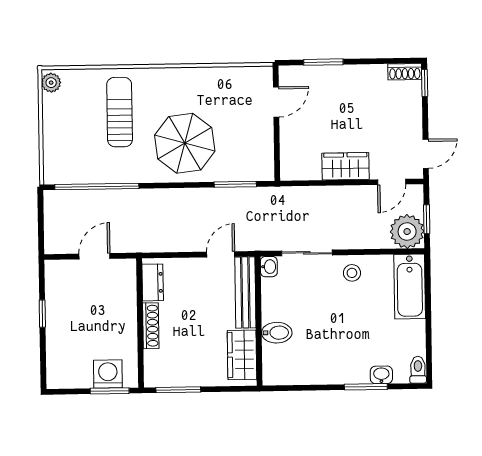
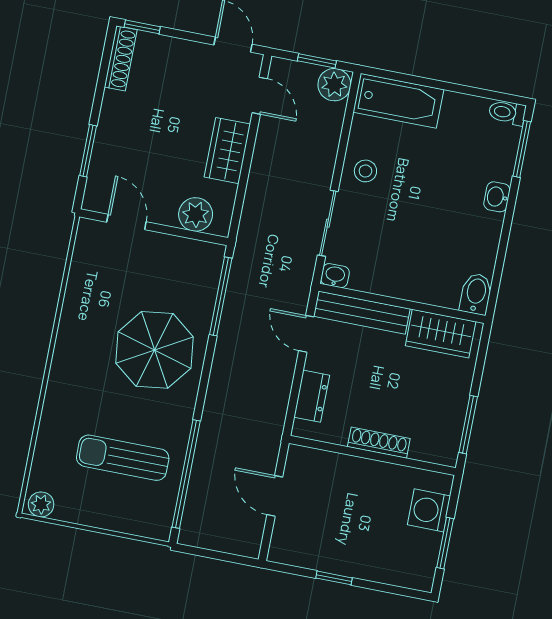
shoe rack: (405, 72) -> (121, 58), width x1.43
sun lounger: (120, 112) -> (123, 458), moved
plant: (293, 153) -> (196, 214), added
window: (235, 184) -> (221, 296), width x1.44
plant: (407, 232) -> (334, 85), width x0.73, depth x0.73
dresser: (153, 282) -> (312, 396), moved, turned 90
bidet: (277, 333) -> (476, 294), moved
washbasin: (381, 375) -> (497, 197), moved
window: (366, 387) -> (522, 149), moved
window: (110, 391) -> (445, 543), moved

